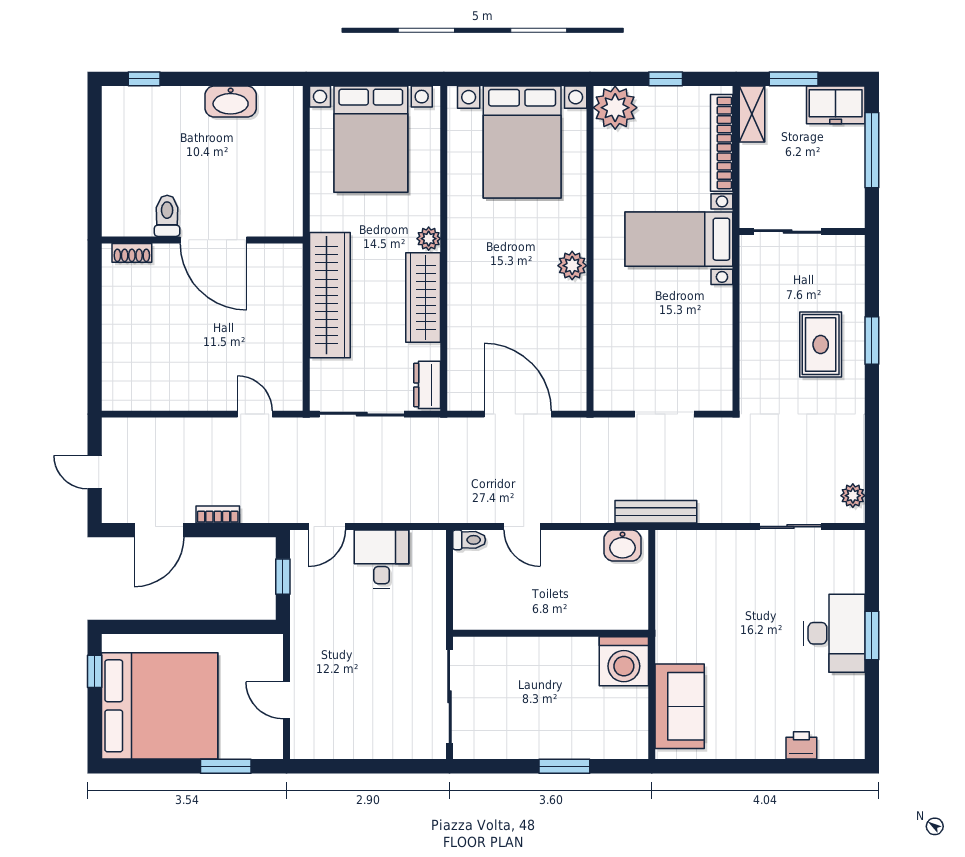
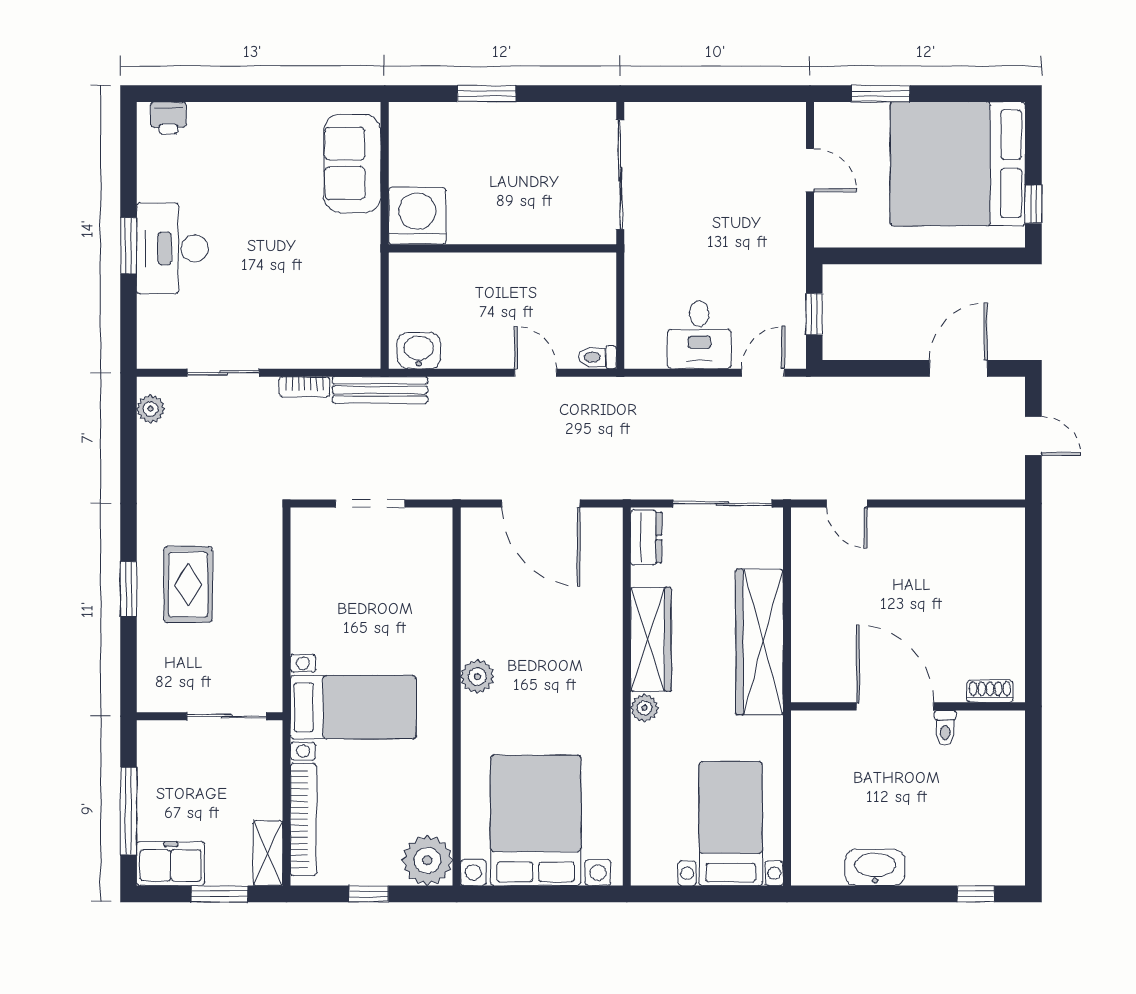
bed with nightstands: (371, 139) -> (731, 824), width x0.73
toilet: (167, 216) -> (945, 728), width x0.73, depth x0.72
bookcase: (218, 514) -> (304, 387), moved
printer: (801, 745) -> (168, 118), moved

